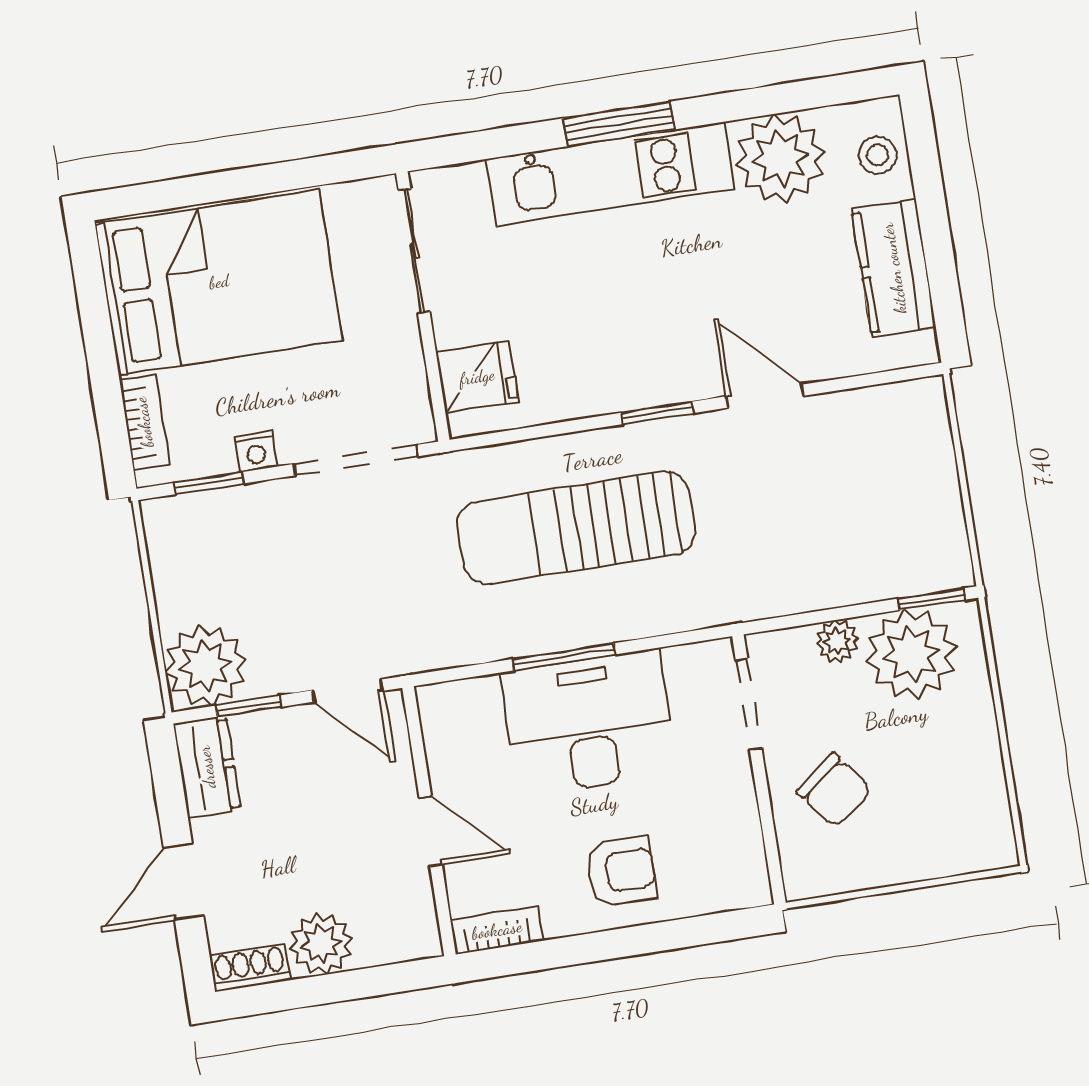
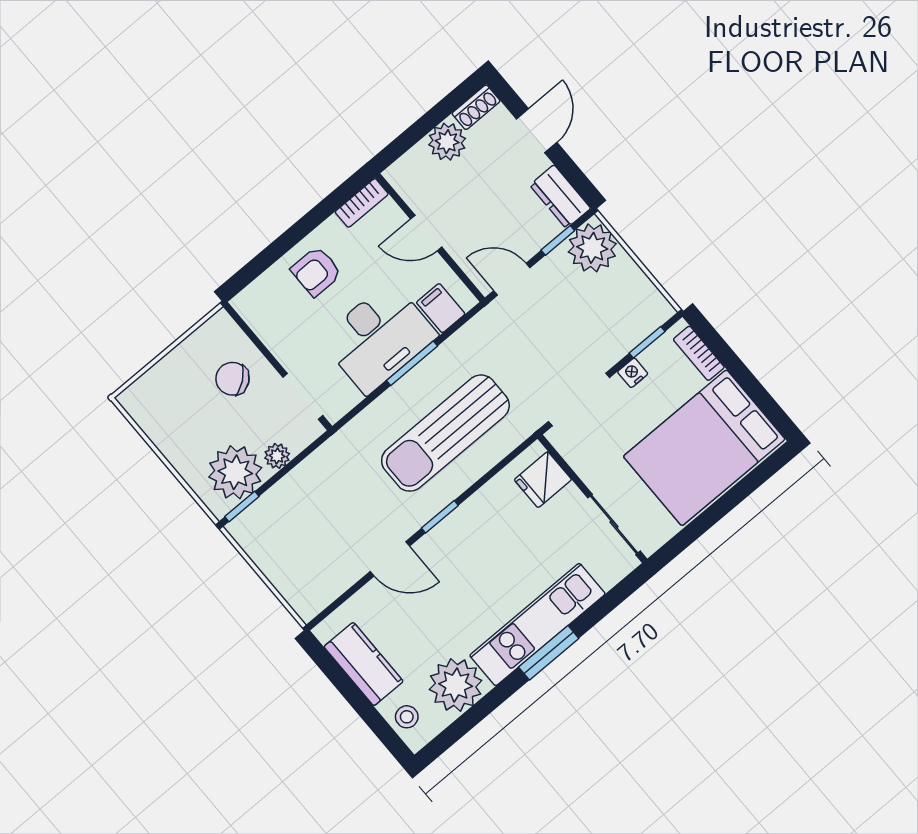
sun lounger: (576, 528) -> (445, 433), turned 180
filing cabinet: (475, 711) -> (441, 308), added

